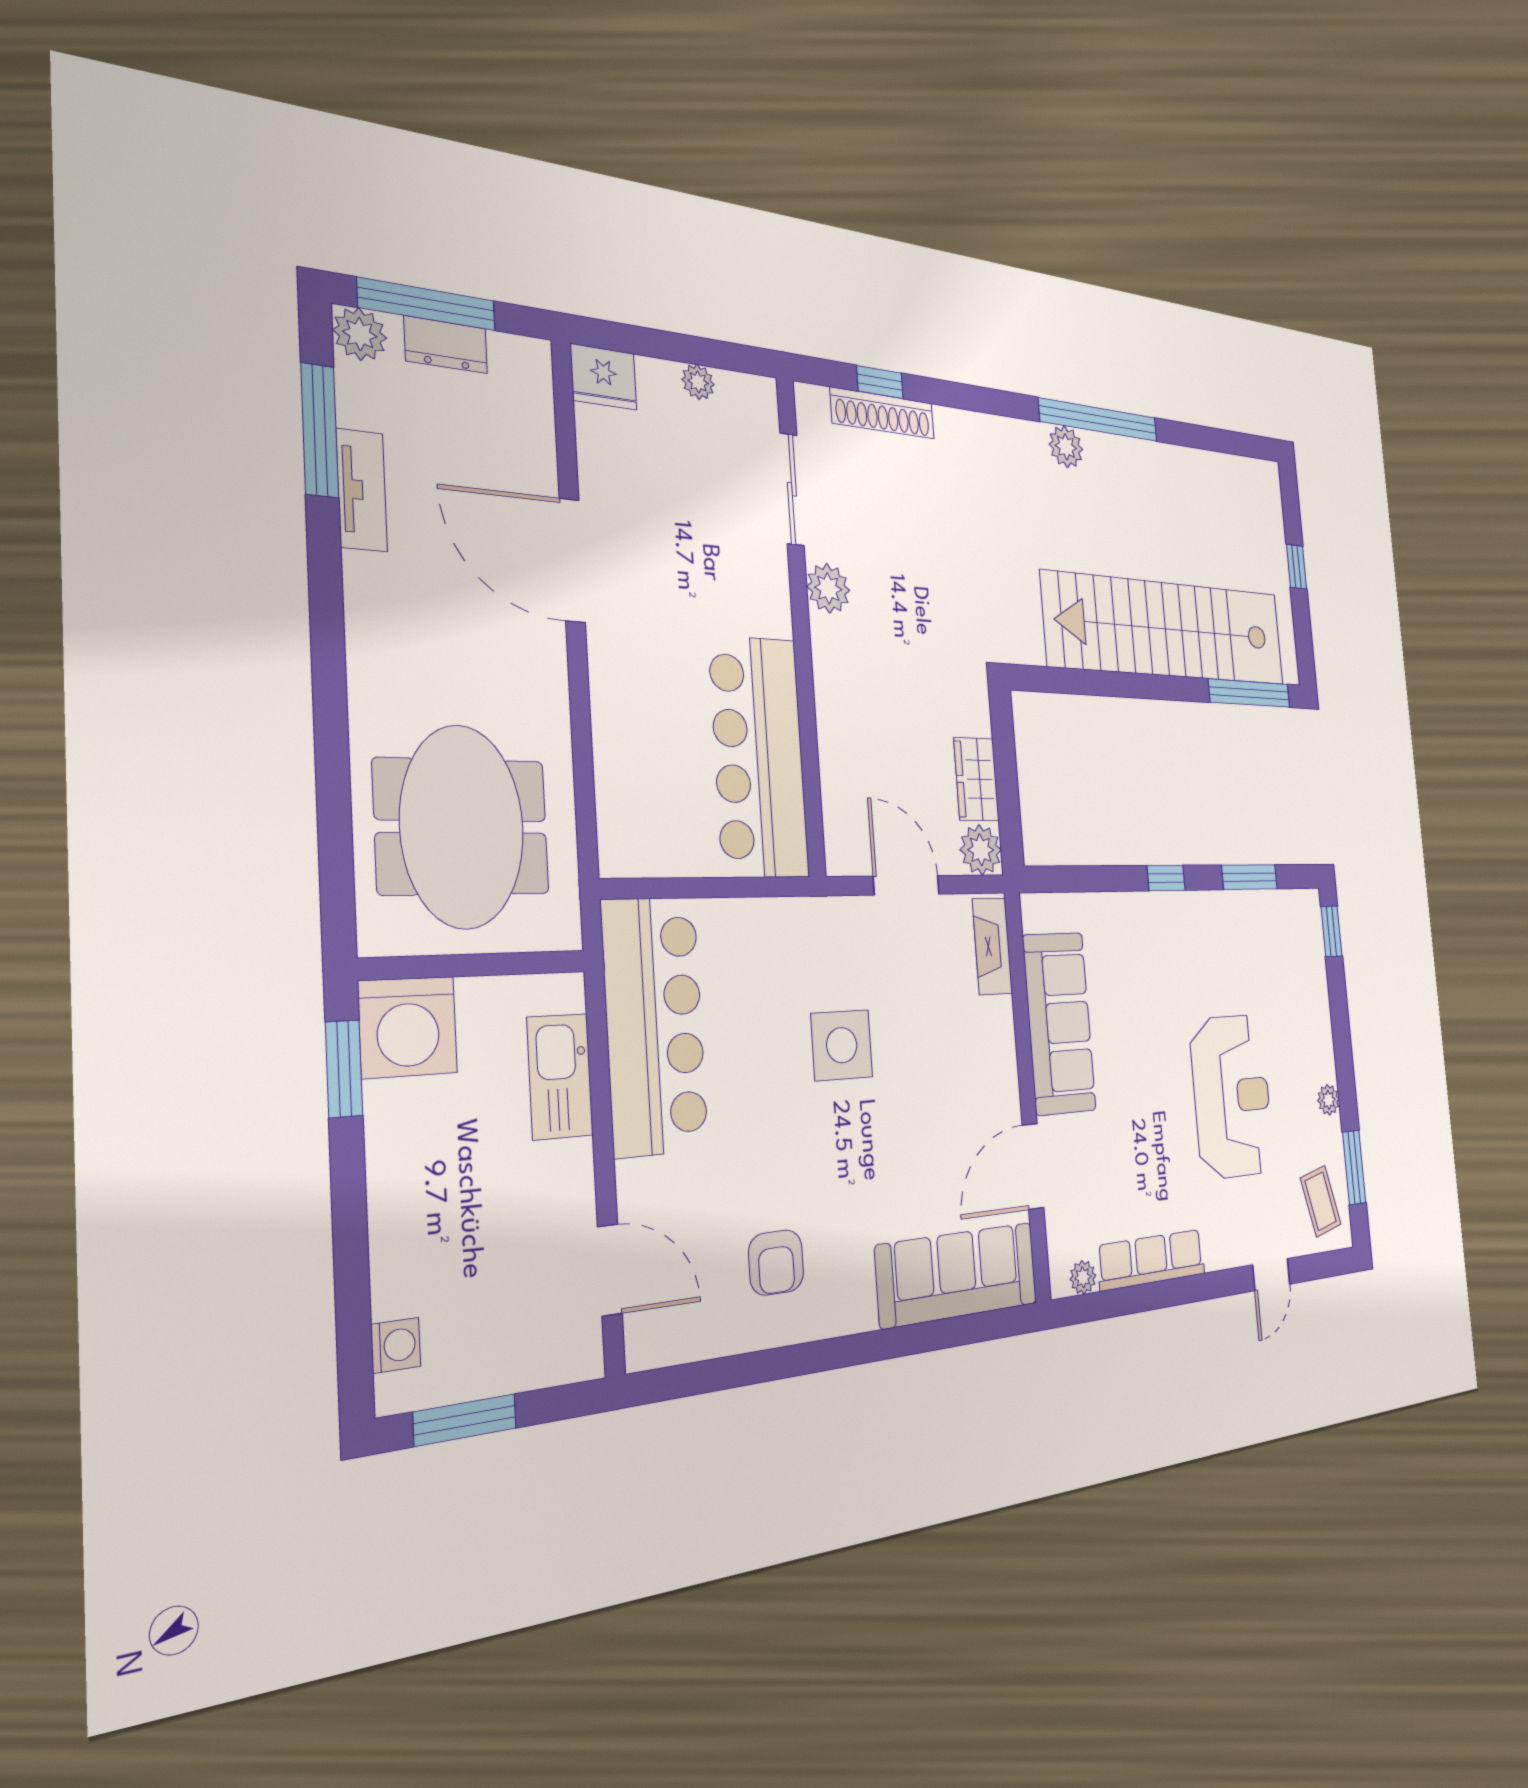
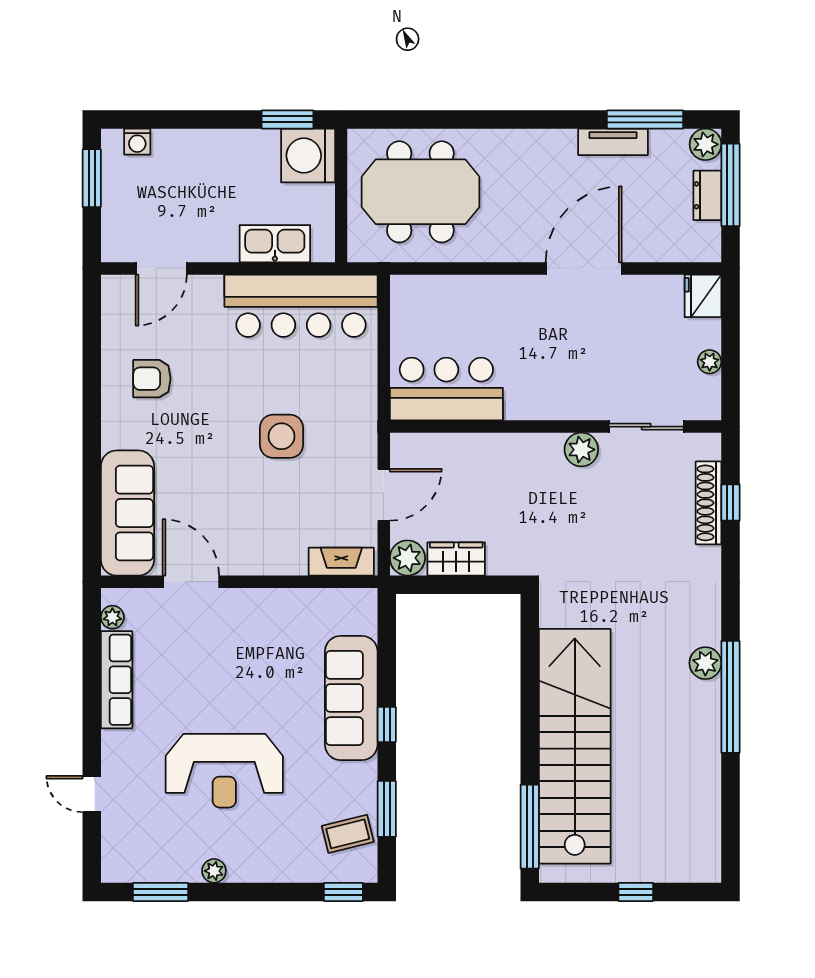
bar counter: (759, 757) -> (446, 389), width x0.73
sofa: (1059, 1023) -> (351, 698), moved, turned 90
coffee table: (1321, 1201) -> (348, 834), moved

